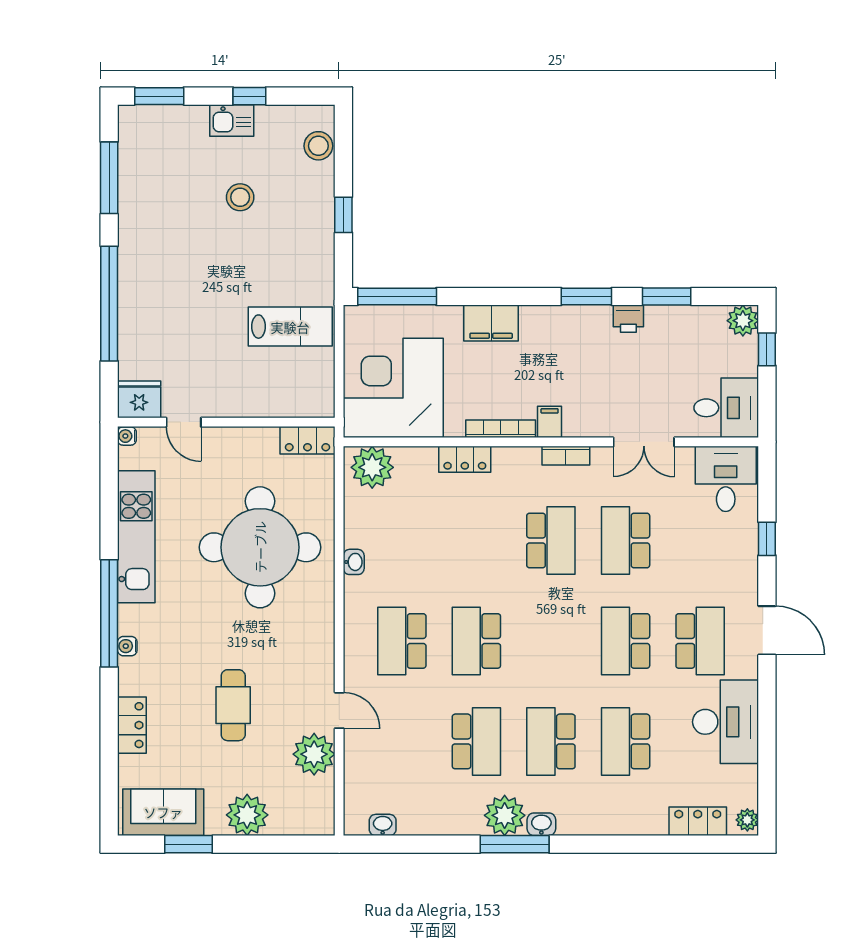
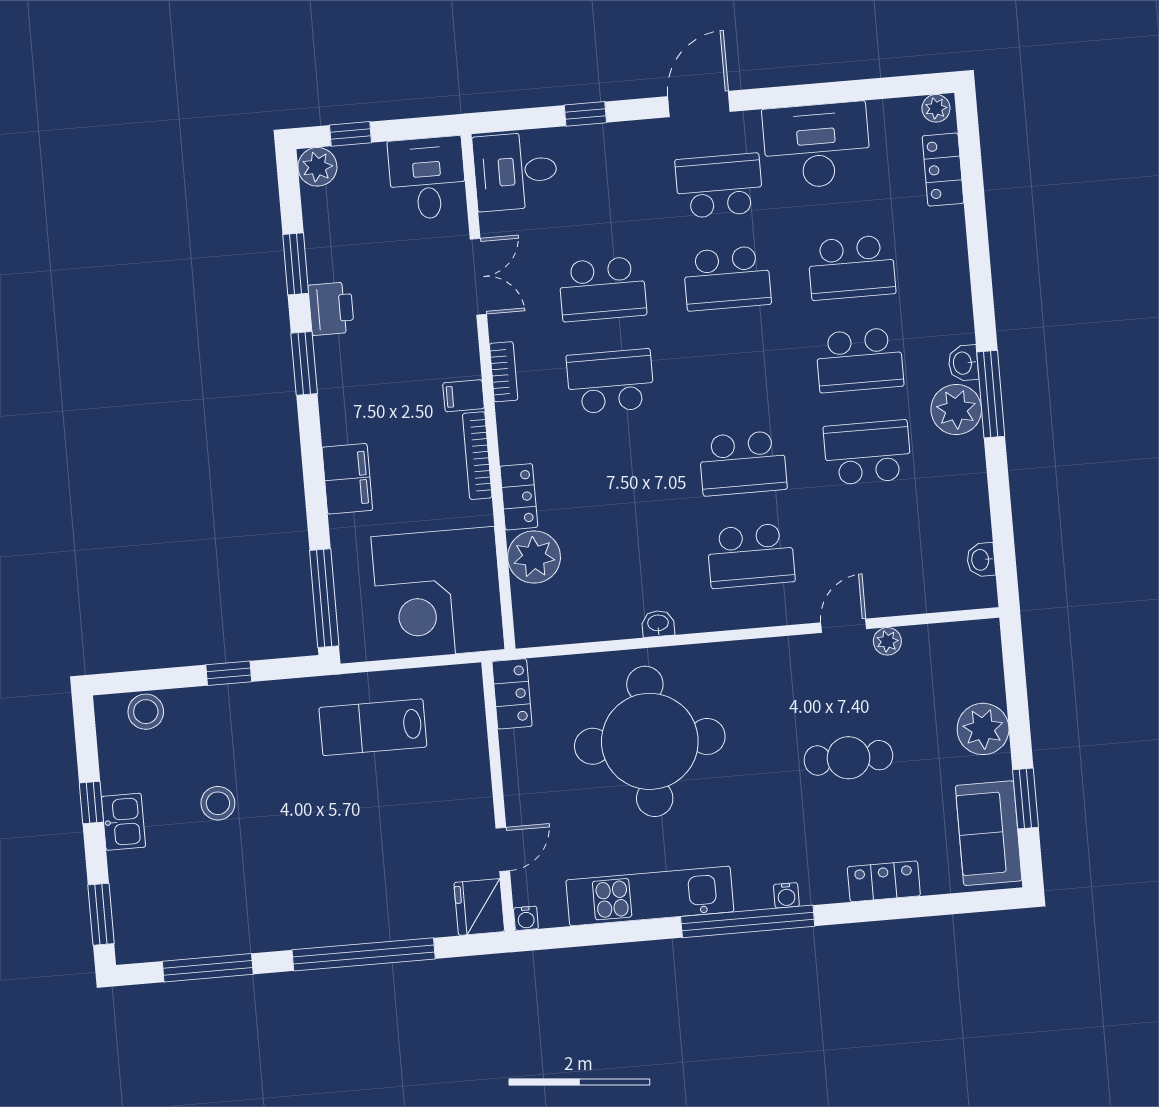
printer: (628, 319) -> (331, 309), width x1.36, depth x1.24
lab bench: (290, 327) -> (373, 727), turned -90
plant: (372, 467) -> (534, 557), moved
plant: (314, 754) -> (887, 641), width x0.53, depth x0.53

